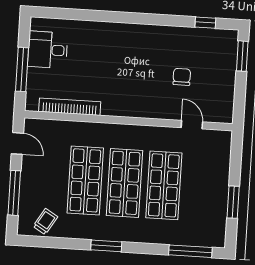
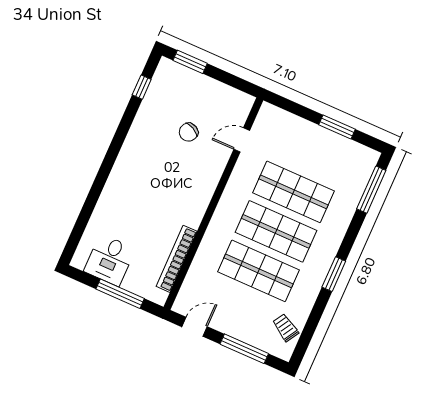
chair: (182, 77) -> (189, 132), turned -63

